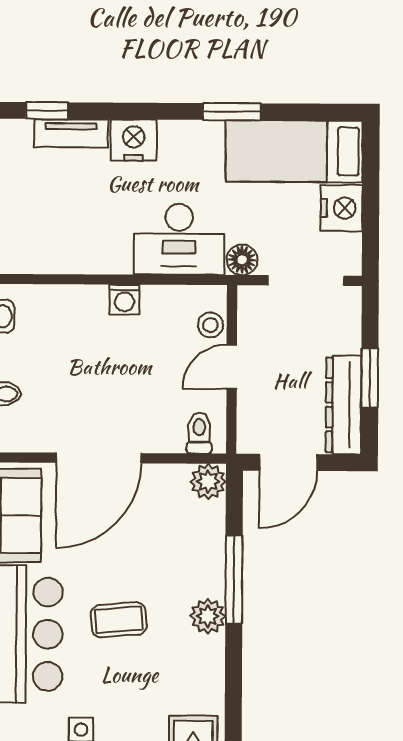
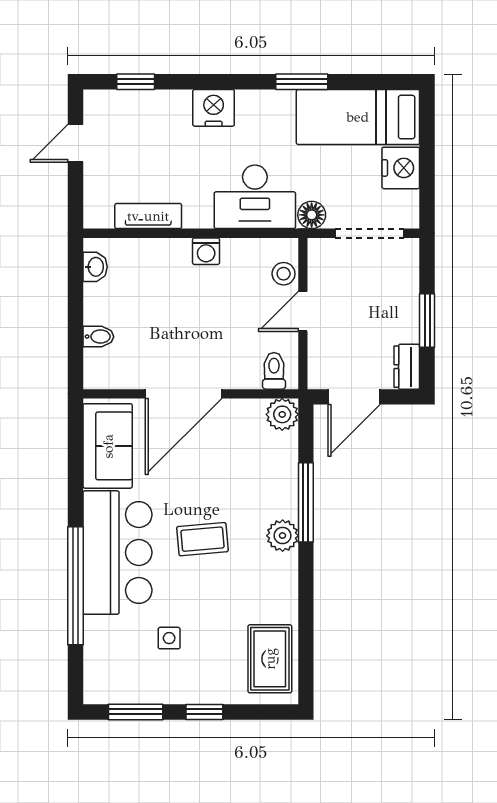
tv unit: (71, 133) -> (148, 216), moved, turned 180
dresser: (344, 405) -> (407, 367), width x0.51, depth x0.80

